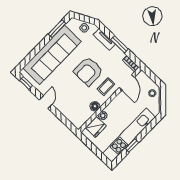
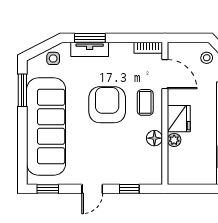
window: (119, 44) -> (90, 38), moved
armchair: (88, 71) -> (107, 105), turned 180
door: (46, 102) -> (92, 189), swing flipped
window: (62, 118) -> (129, 189), added
fridge: (96, 127) -> (179, 119), moved

